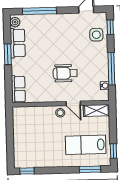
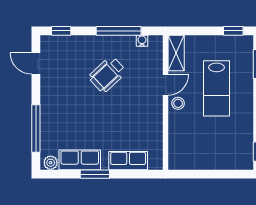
side table: (96, 35) -> (71, 50), removed
wheelchair: (65, 73) -> (107, 74), moved, turned 47
row of seats: (18, 89) -> (128, 161), moved
lab bench: (86, 145) -> (216, 88), moved

